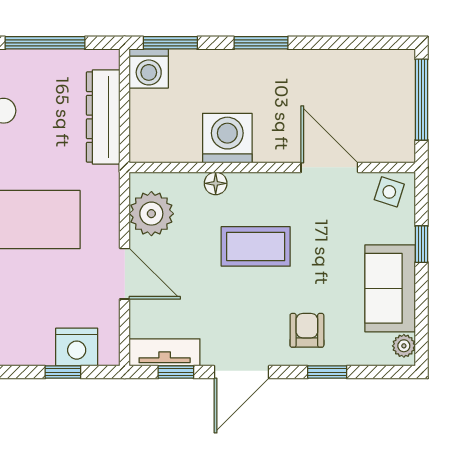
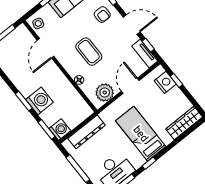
washing machine: (227, 138) -> (39, 101), moved, turned 180
armchair: (307, 330) -> (102, 15), turned -90

